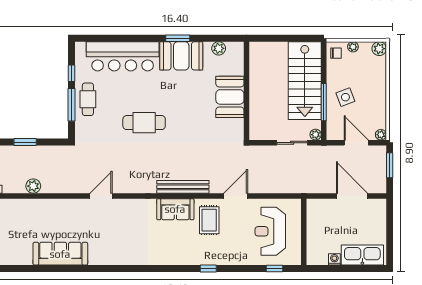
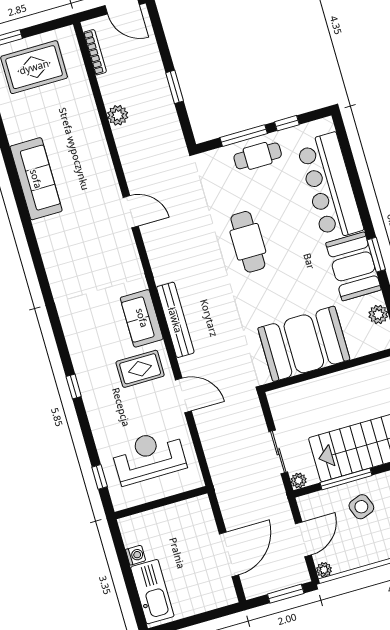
booth: (230, 97) -> (304, 344), width x1.36, depth x1.42

